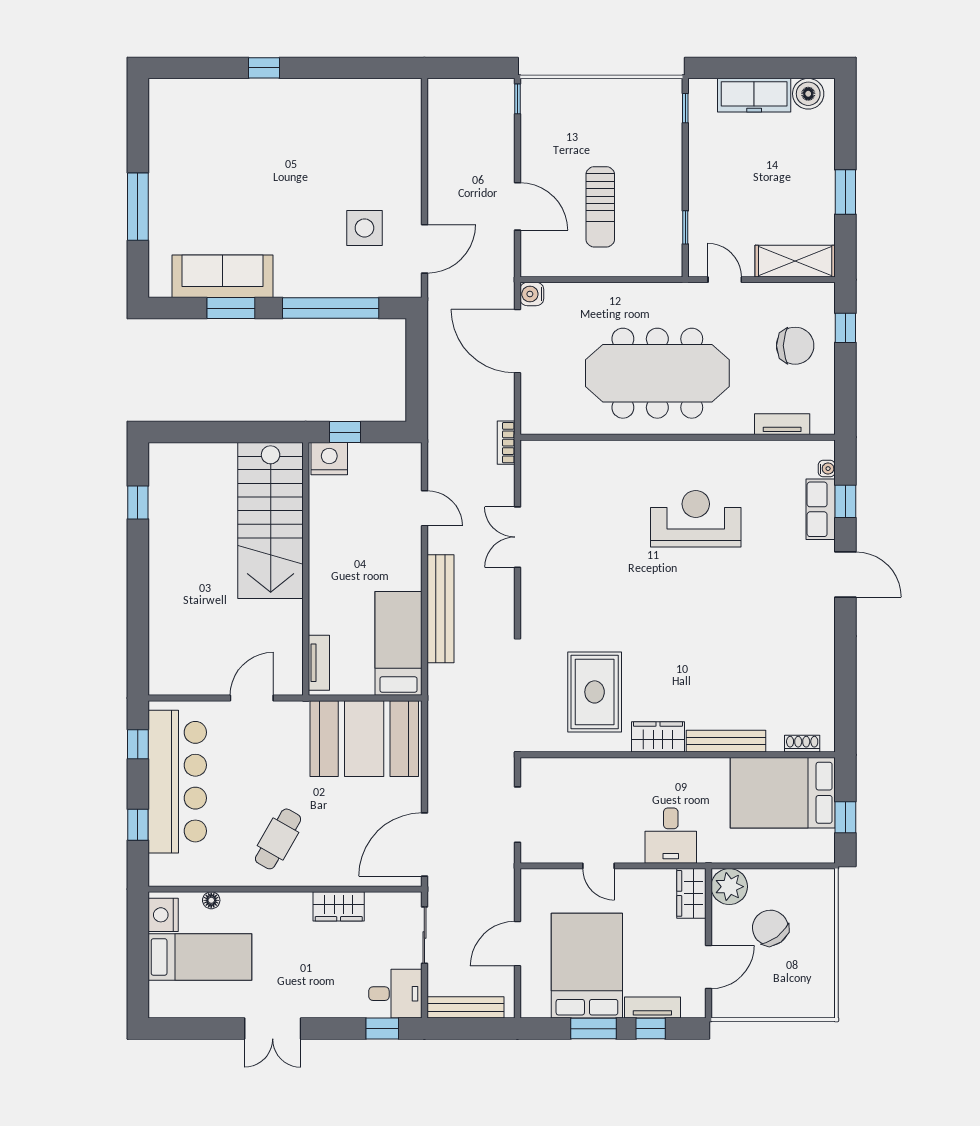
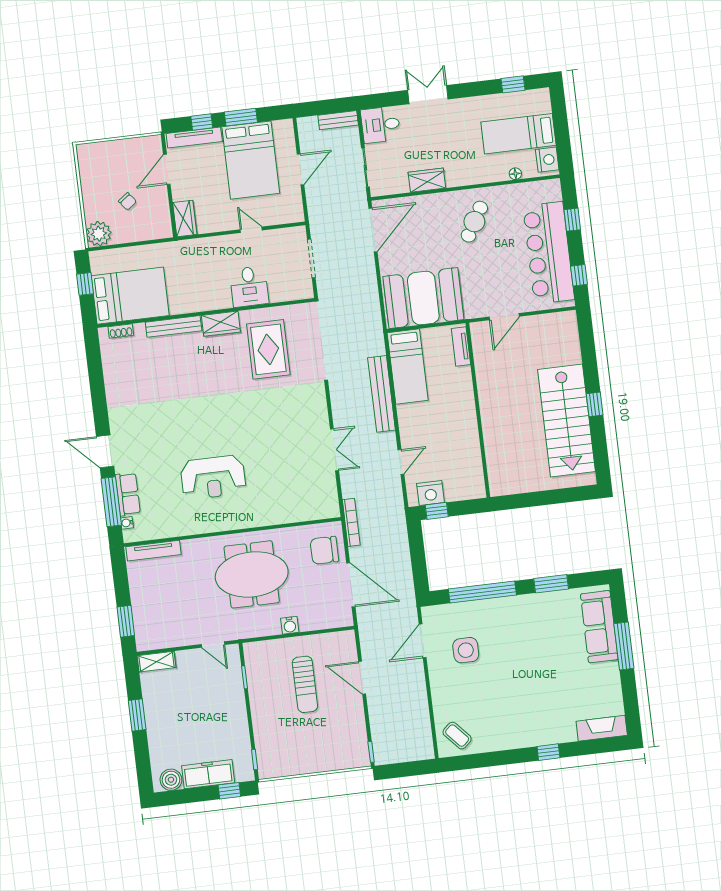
window: (727, 68) -> (229, 791), added
fireplace: (184, 93) -> (602, 728), added
coffee table: (392, 107) -> (457, 736), added
sun lounger: (600, 207) -> (305, 684), turned 180
shelving: (795, 261) -> (156, 662), width x0.67, depth x0.75
sofa: (223, 276) -> (599, 627), moved, turned 90
water cooler: (532, 294) -> (290, 625), moved, turned 90
window: (845, 328) -> (126, 621), width x1.50
chair: (795, 346) -> (324, 550), moved
meeting table: (657, 373) -> (252, 574), width x0.73
tv unit: (782, 424) -> (154, 551), width x1.41
window: (345, 432) -> (437, 511), moved
bookcase: (506, 443) -> (351, 522), width x1.56
nightstand: (329, 459) -> (431, 493), moved
window: (845, 501) -> (111, 502), width x2.17
window: (138, 502) -> (595, 404), moved
door: (424, 508) -> (401, 462), swing flipped
stairs: (271, 520) -> (567, 420), moved, turned 180
desk: (671, 836) -> (249, 287), moved, turned 180
plant: (729, 887) -> (99, 234), moved
chair: (770, 928) -> (127, 201), width x0.54, depth x0.54
bench: (465, 1007) -> (338, 120), width x0.73
tv unit: (652, 1008) -> (194, 138), width x1.41
double door: (273, 1029) -> (428, 95), moved
window: (382, 1029) -> (513, 84), moved

